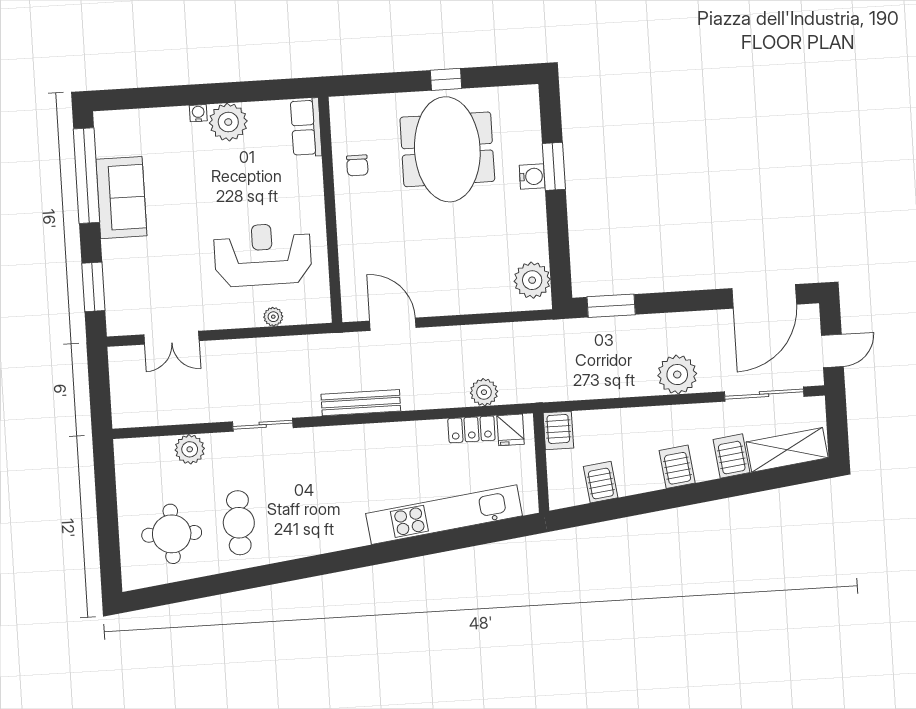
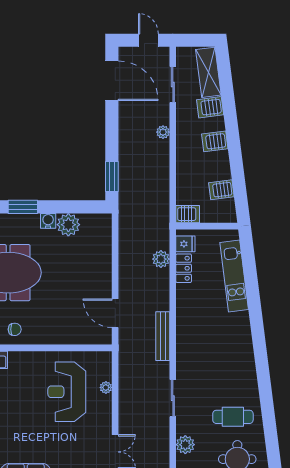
water cooler: (532, 177) -> (48, 221), moved
plant: (532, 280) -> (68, 225), moved
door: (393, 324) -> (115, 313), hinge flipped
plant: (677, 375) -> (163, 132), width x0.53, depth x0.53
sliding door: (764, 394) -> (173, 84), width x0.73
kitchen unit: (444, 515) -> (234, 276), width x0.73

